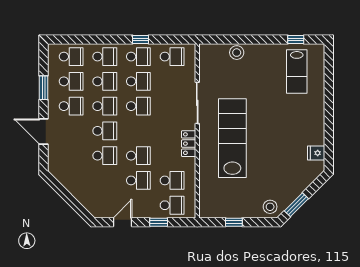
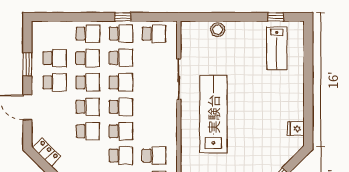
school desk: (71, 57) -> (121, 107), moved
locker: (189, 144) -> (47, 152), moved, turned 135

